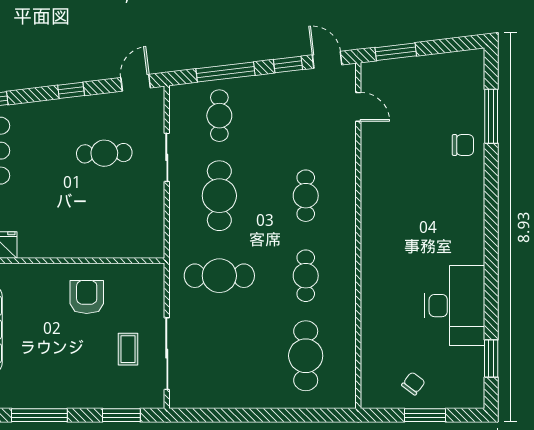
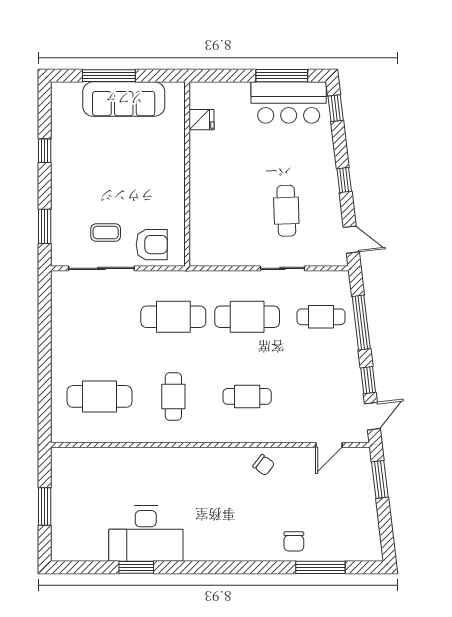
cafe table: (219, 276) -> (173, 317), turned 90
cafe table: (306, 276) -> (173, 396), turned 90
armchair: (87, 297) -> (152, 245), moved
window: (491, 359) -> (136, 567), moved
chair: (413, 383) -> (264, 465), moved
window: (39, 415) -> (45, 151), width x0.46

